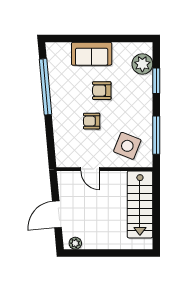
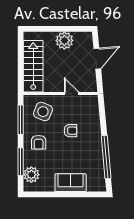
window: (156, 81) -> (21, 162), width x1.44
armchair: (102, 91) -> (39, 142), moved, turned 90
plant: (75, 243) -> (64, 40), moved, width x1.88, depth x1.88

